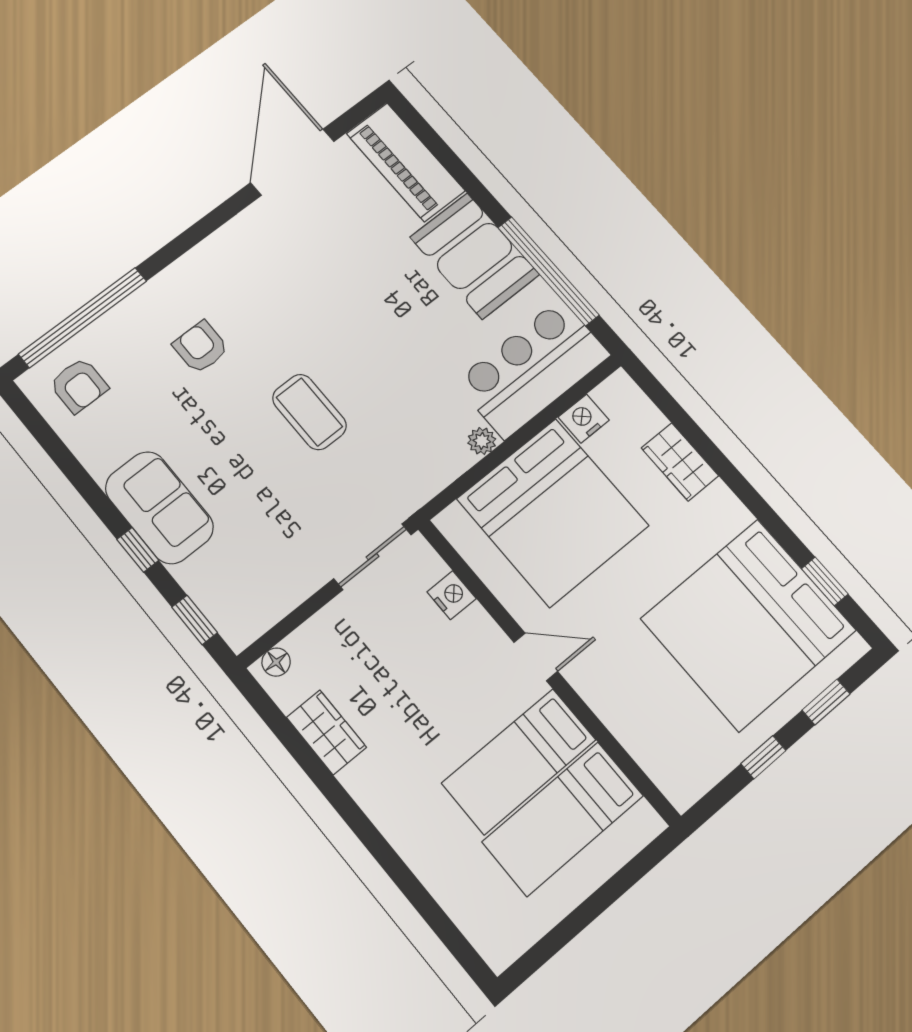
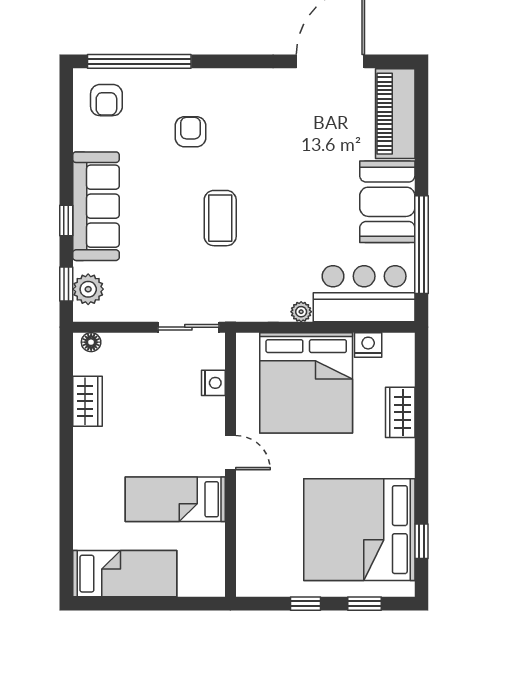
sofa: (159, 508) -> (96, 206), width x1.36
plant: (225, 606) -> (88, 289), added
bed: (563, 819) -> (125, 574), moved, turned 180

